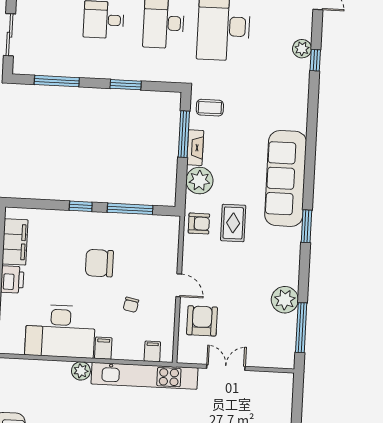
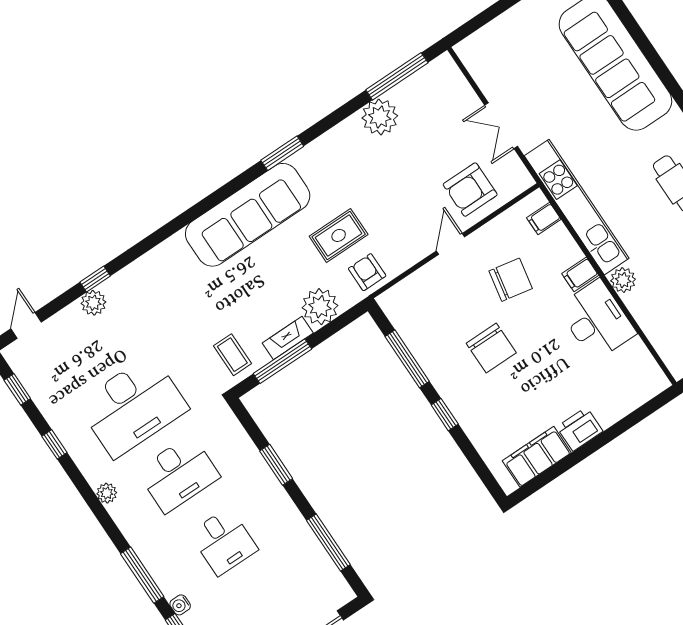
chair: (131, 305) -> (511, 280), width x1.87, depth x1.87
desk: (60, 331) -> (597, 320), width x0.73, depth x0.77

